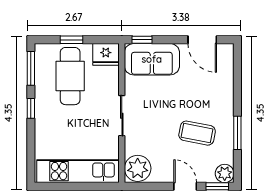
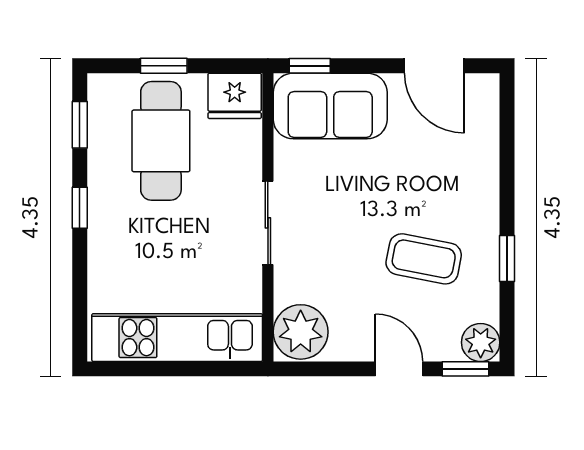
window: (31, 68) -> (80, 125), width x0.67
window: (237, 133) -> (507, 259), width x0.67

